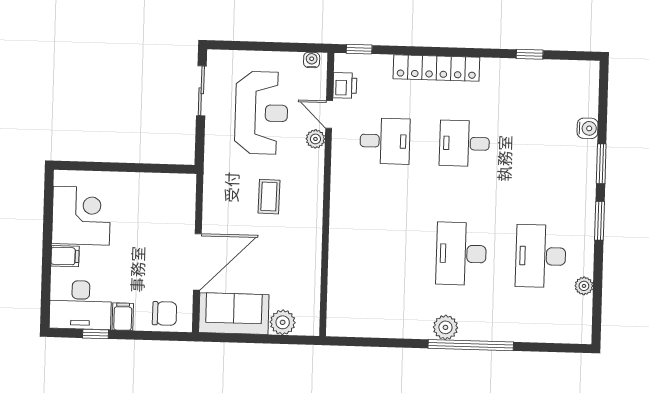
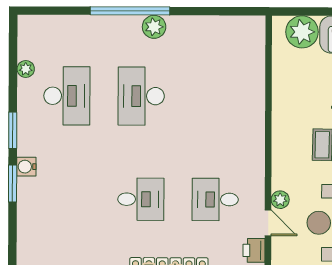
water cooler: (588, 128) -> (26, 167), moved
desk: (461, 254) -> (141, 96), turned 180
plant: (283, 322) -> (302, 32), width x1.36, depth x1.36

